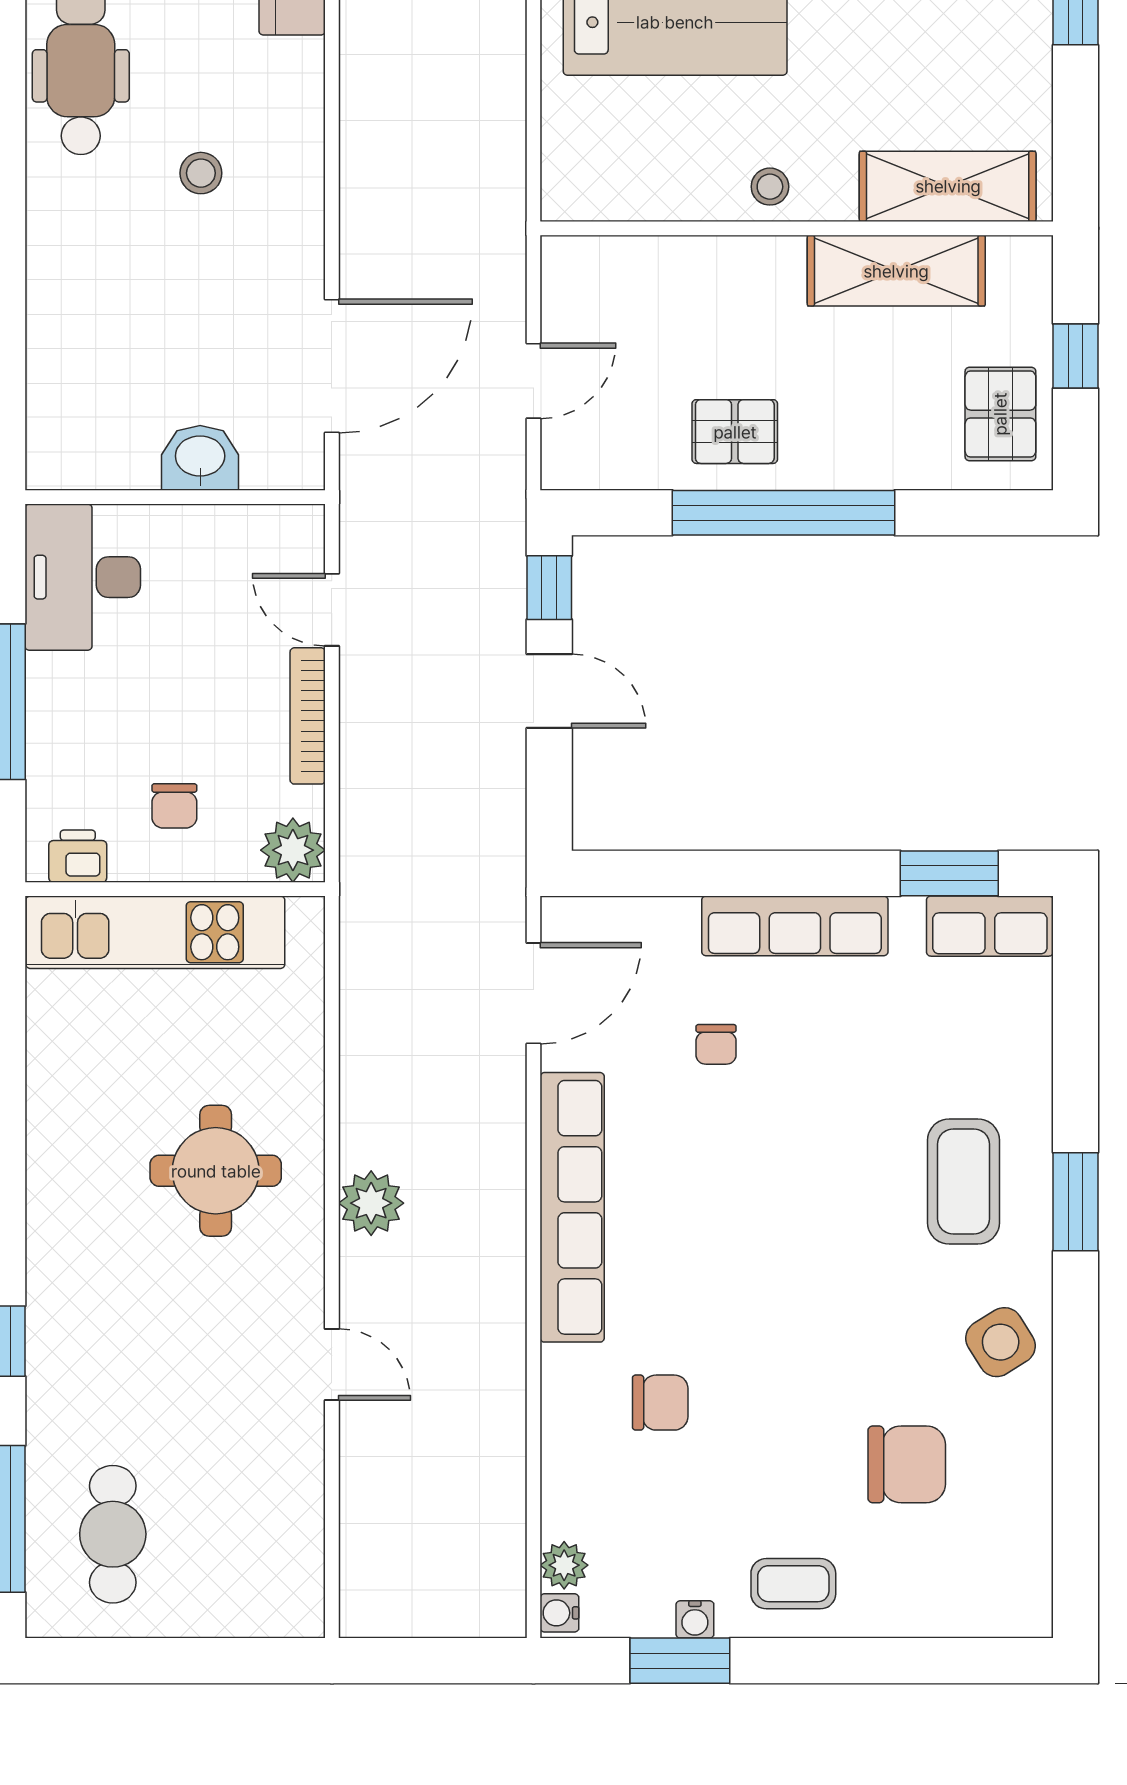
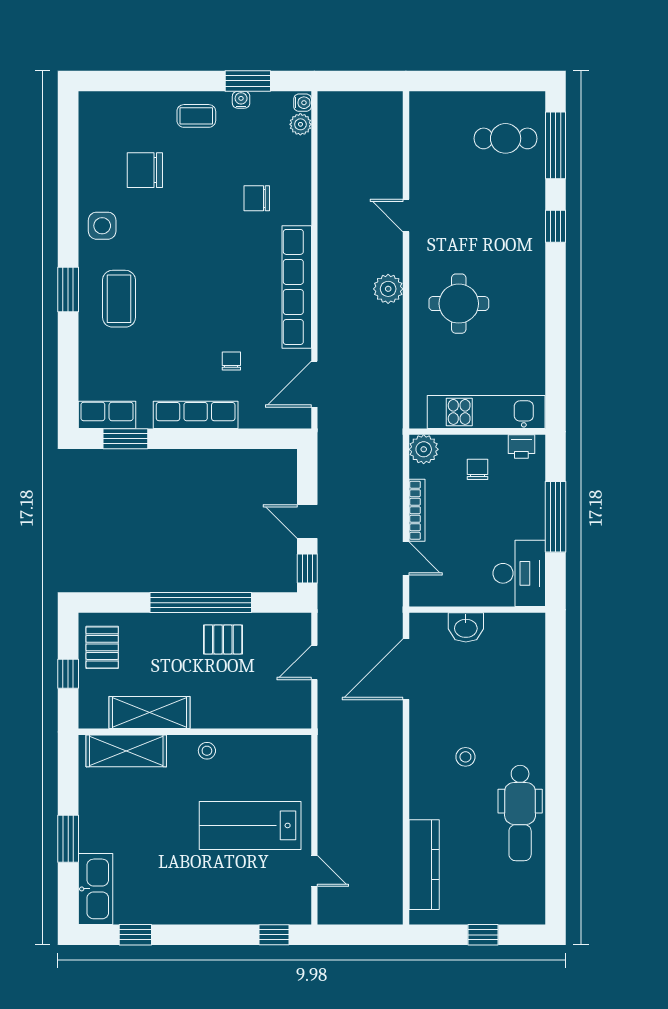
side table: (1001, 1342) -> (102, 226), turned 32
cafe table: (113, 1534) -> (506, 138), turned 90

